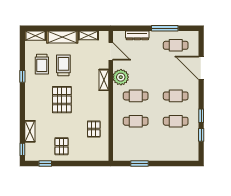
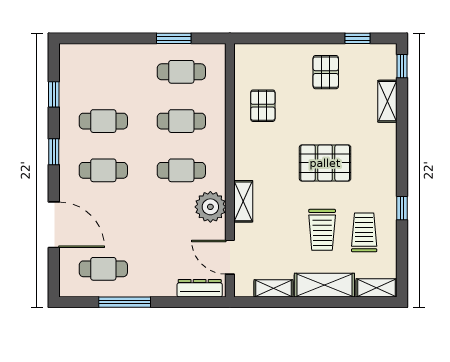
dresser: (137, 35) -> (200, 288), moved
pallet: (62, 100) -> (325, 163), turned 90
window: (201, 116) -> (54, 152), moved
cafe table: (136, 146) -> (181, 72), added

